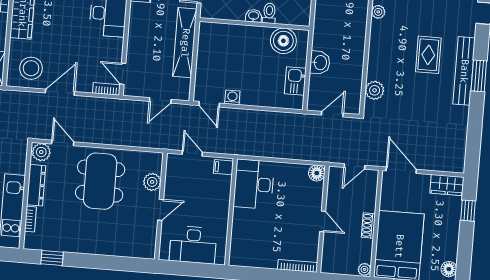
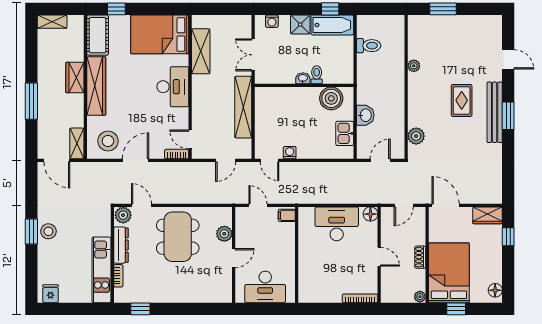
desk: (254, 184) -> (337, 224), moved, turned 90

